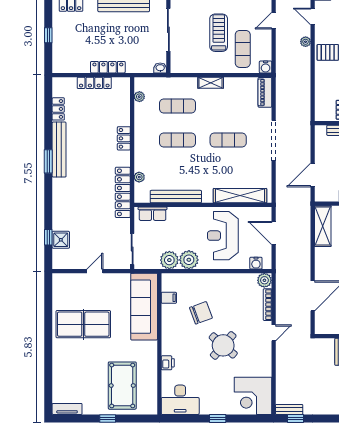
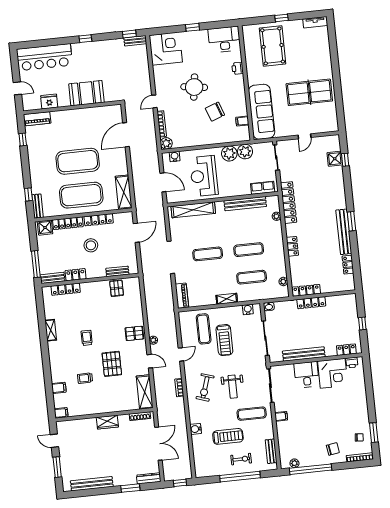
water cooler: (266, 67) -> (248, 309), moved
locker: (94, 83) -> (306, 290), moved
reception desk: (223, 236) -> (204, 176), turned 180
round table: (223, 345) -> (194, 87), turned -33

